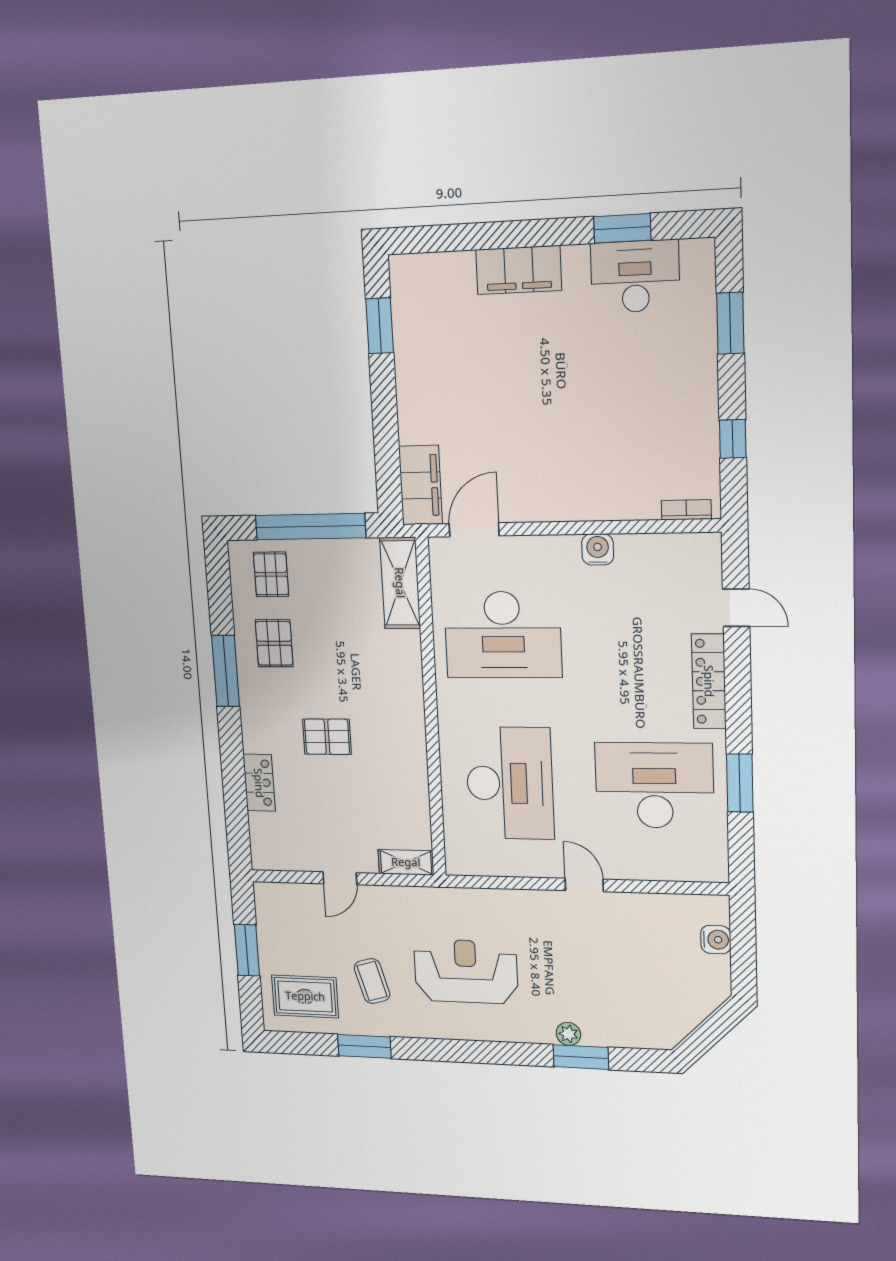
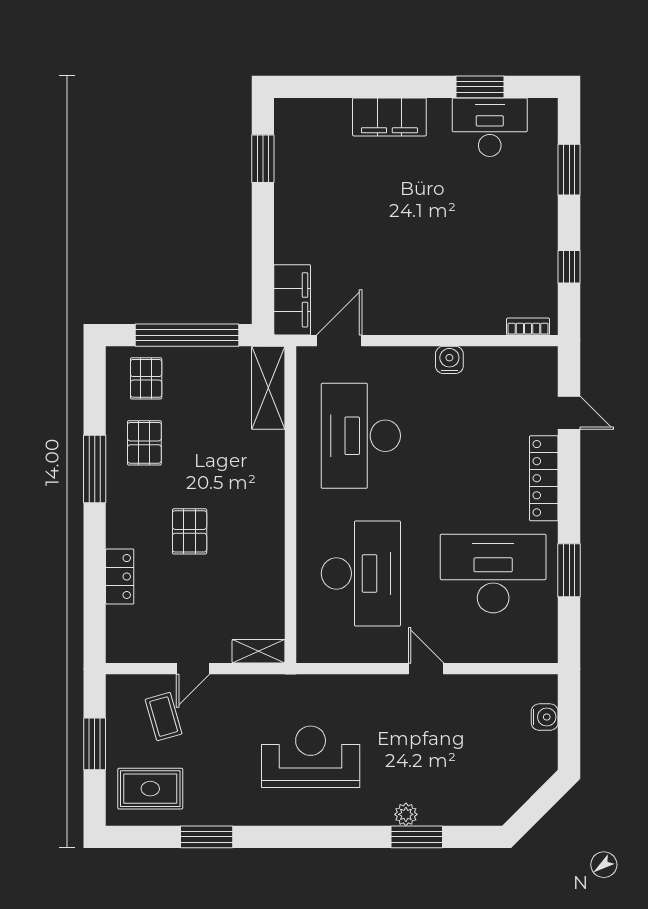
desk: (503, 635) -> (361, 436), turned 90
pallet: (327, 737) -> (190, 531), turned 90
coffee table: (372, 981) -> (164, 717), moved

